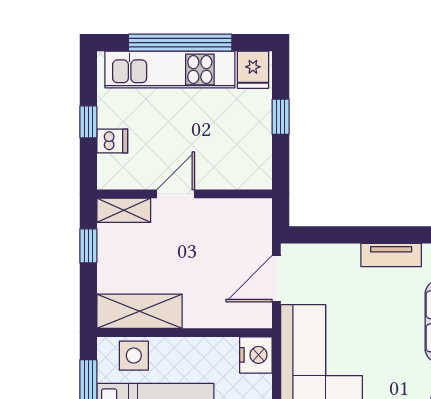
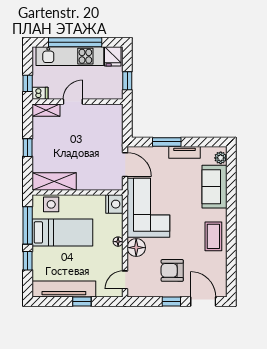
door: (176, 194) -> (73, 102), moved
wall: (184, 194) -> (77, 102), moved
shelving: (124, 210) -> (46, 110), moved
window: (357, 235) -> (167, 142), added
door: (276, 279) -> (125, 165), swing flipped

